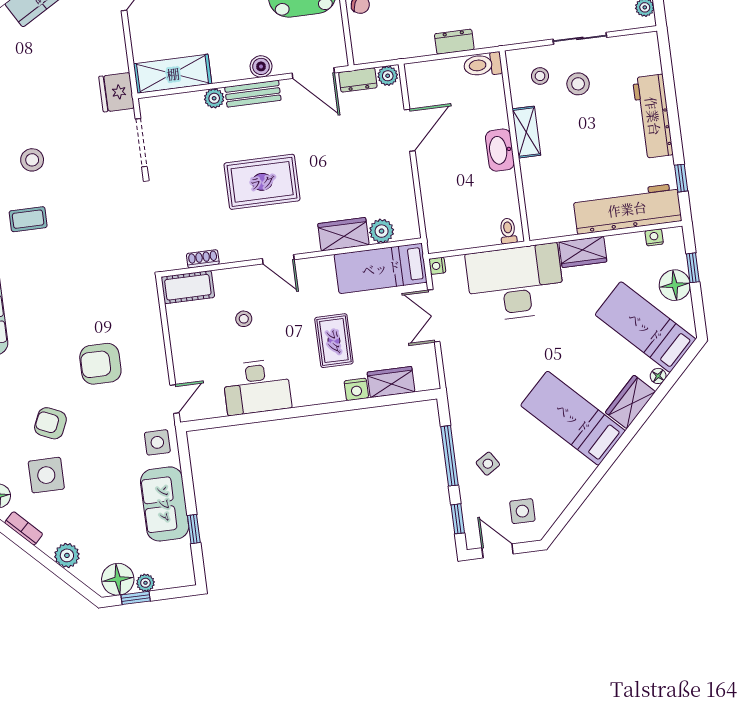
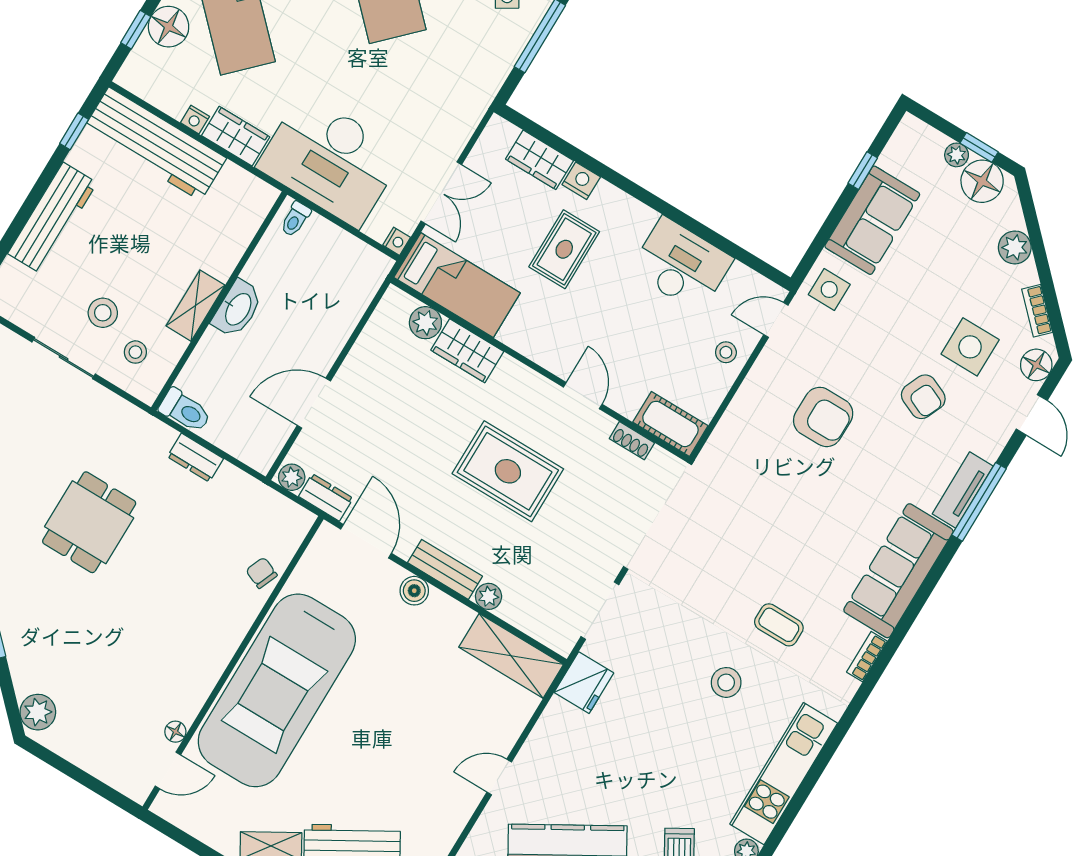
nightstand: (654, 237) -> (195, 120), moved
door: (278, 259) -> (583, 396), moved
stool: (244, 319) -> (726, 352), moved

